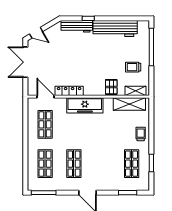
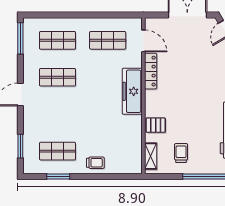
door: (46, 97) -> (143, 41), hinge flipped
shelving: (129, 104) -> (134, 148), removed

